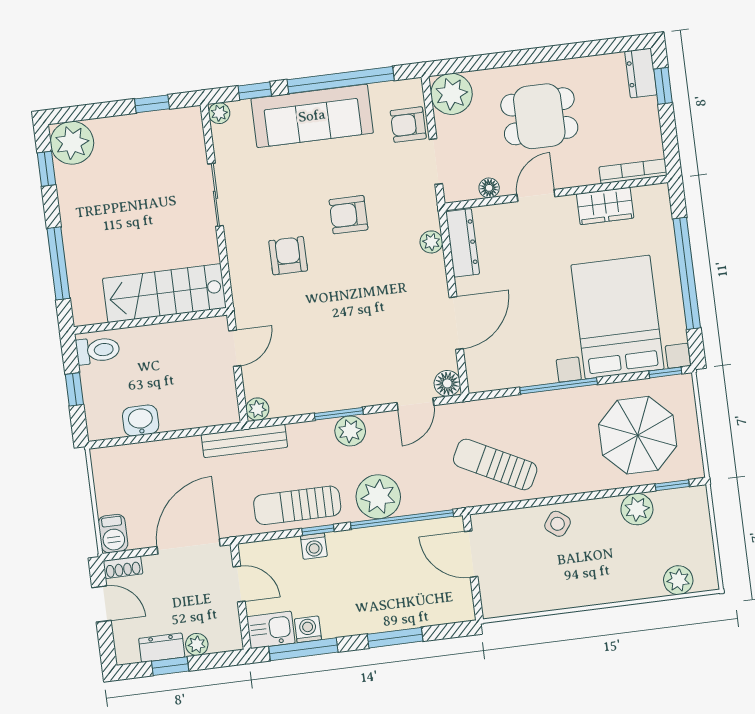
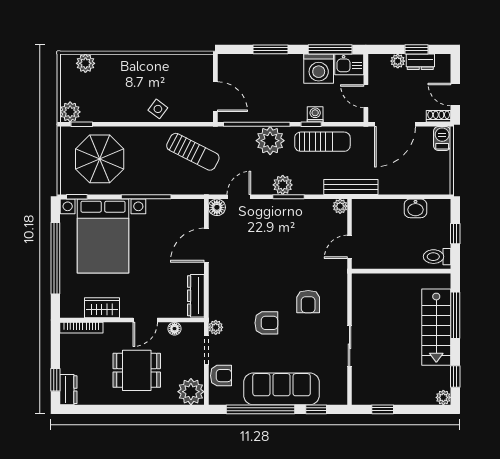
plant: (219, 113) -> (341, 398), removed
plant: (72, 143) -> (443, 397), width x0.53, depth x0.53
plant: (431, 242) -> (216, 327), moved
stairs: (164, 293) -> (436, 327), moved, turned 90
plant: (637, 509) -> (70, 112), moved
washing machine: (308, 629) -> (319, 69), width x1.89, depth x1.89

